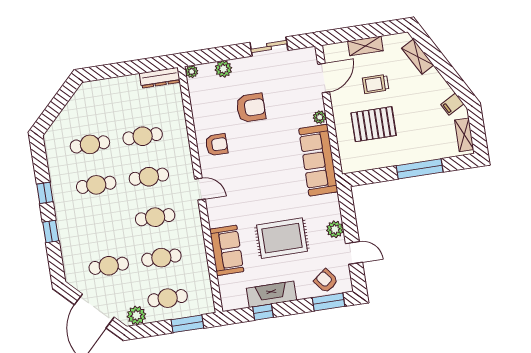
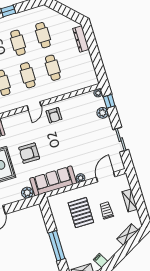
window: (207, 56) -> (109, 101), added
dresser: (160, 78) -> (81, 39), moved
door: (324, 78) -> (106, 177), swing flipped
armchair: (251, 108) -> (29, 153), moved, turned 90
door: (200, 189) -> (34, 106), moved
plant: (335, 229) -> (27, 193), moved

